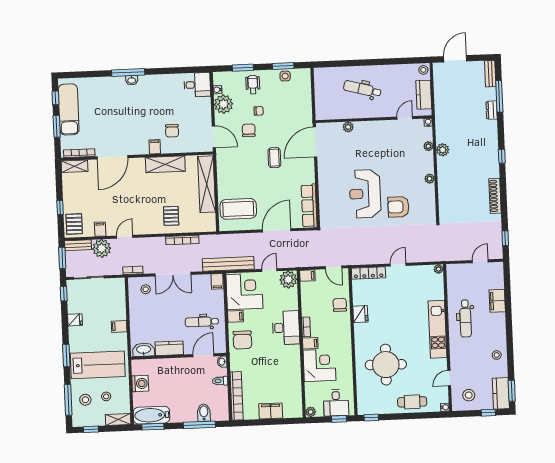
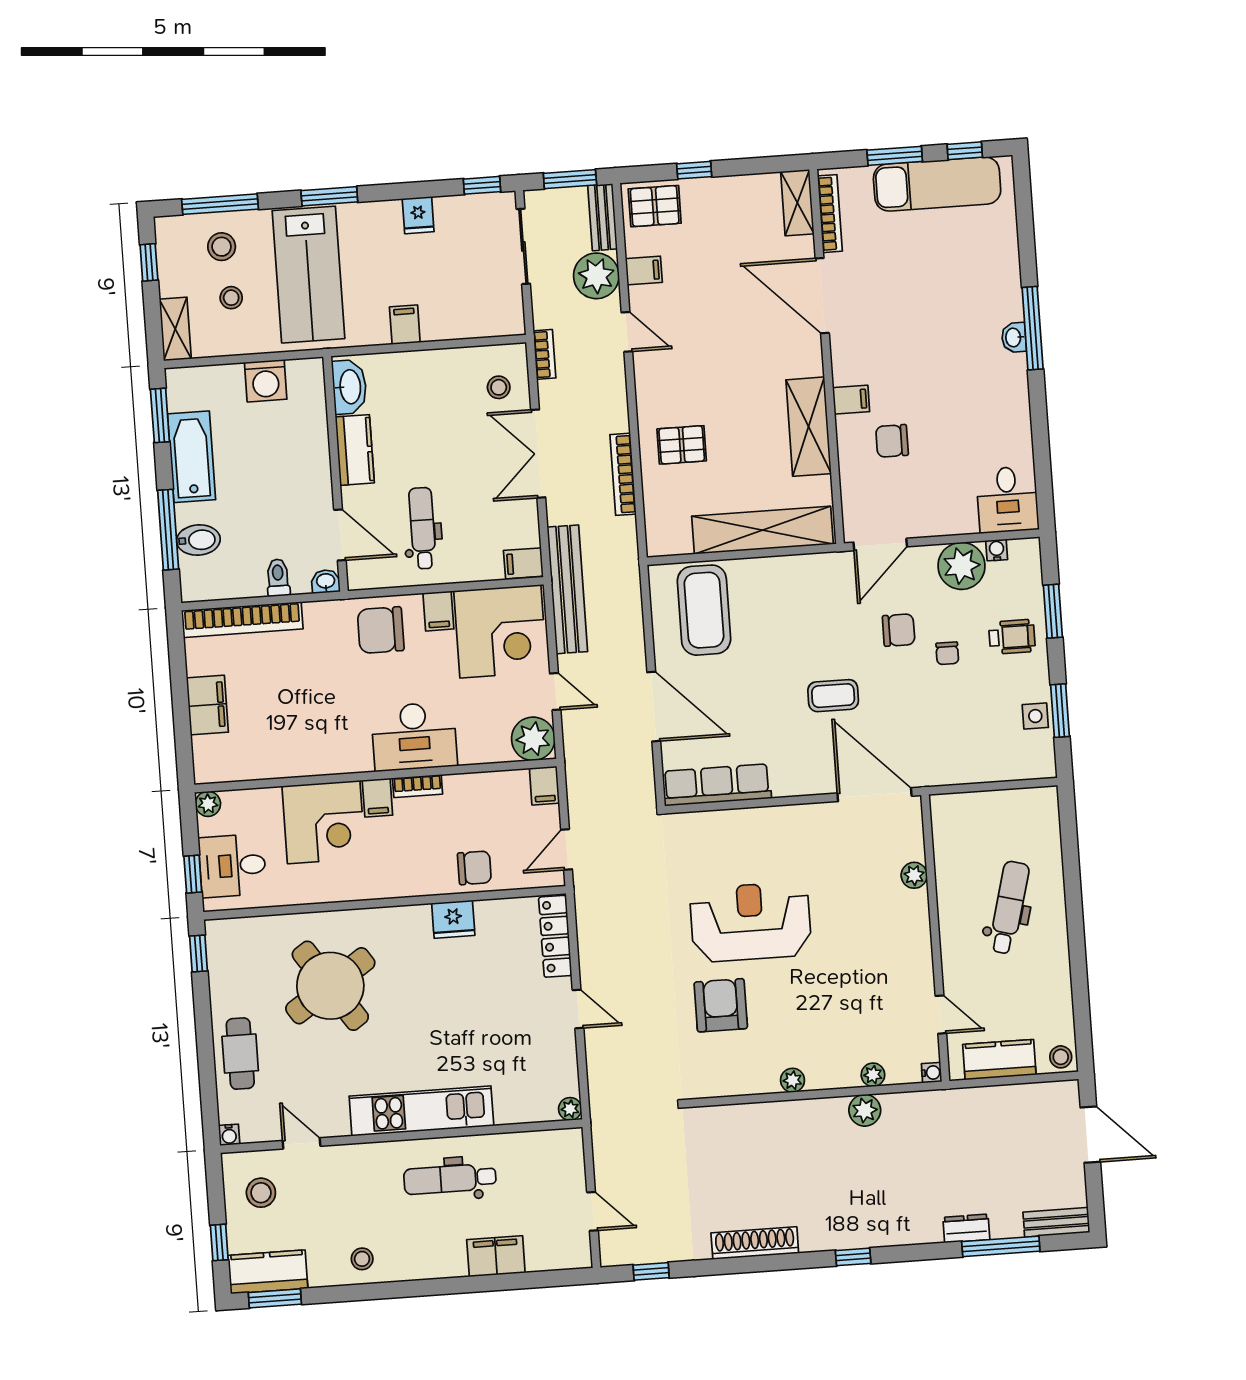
round table: (386, 365) -> (330, 986), turned -35
bathtub: (151, 415) -> (192, 457), moved

